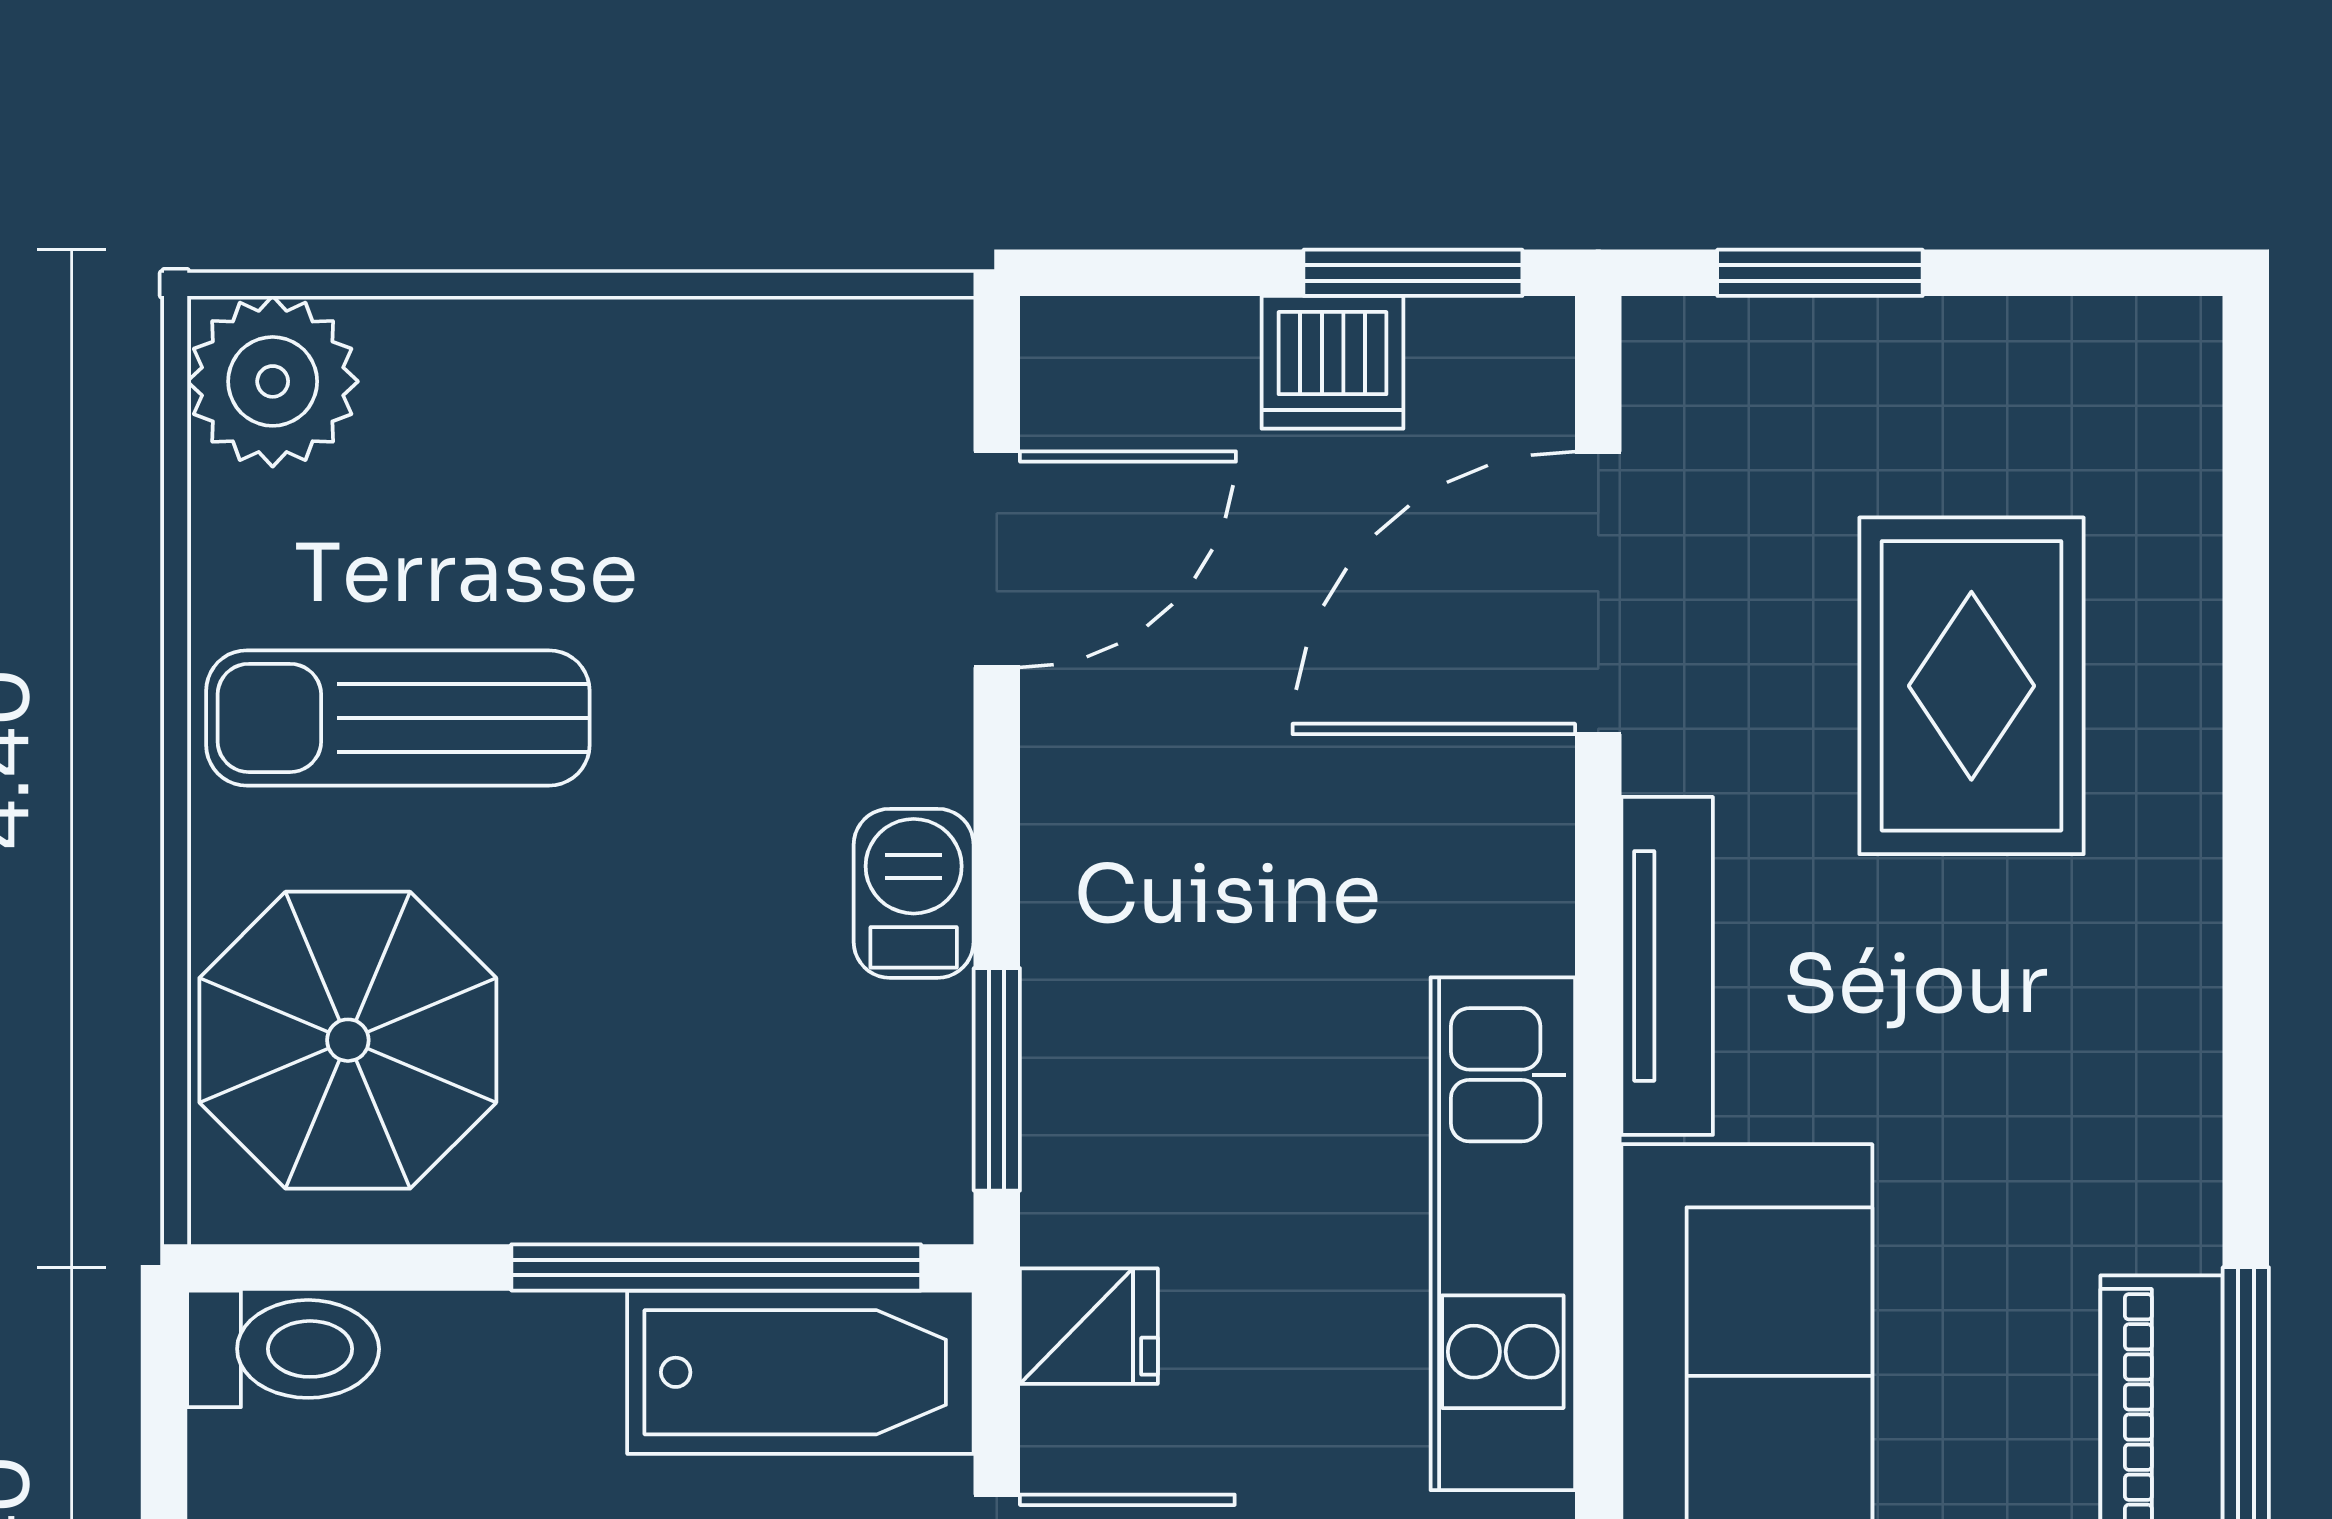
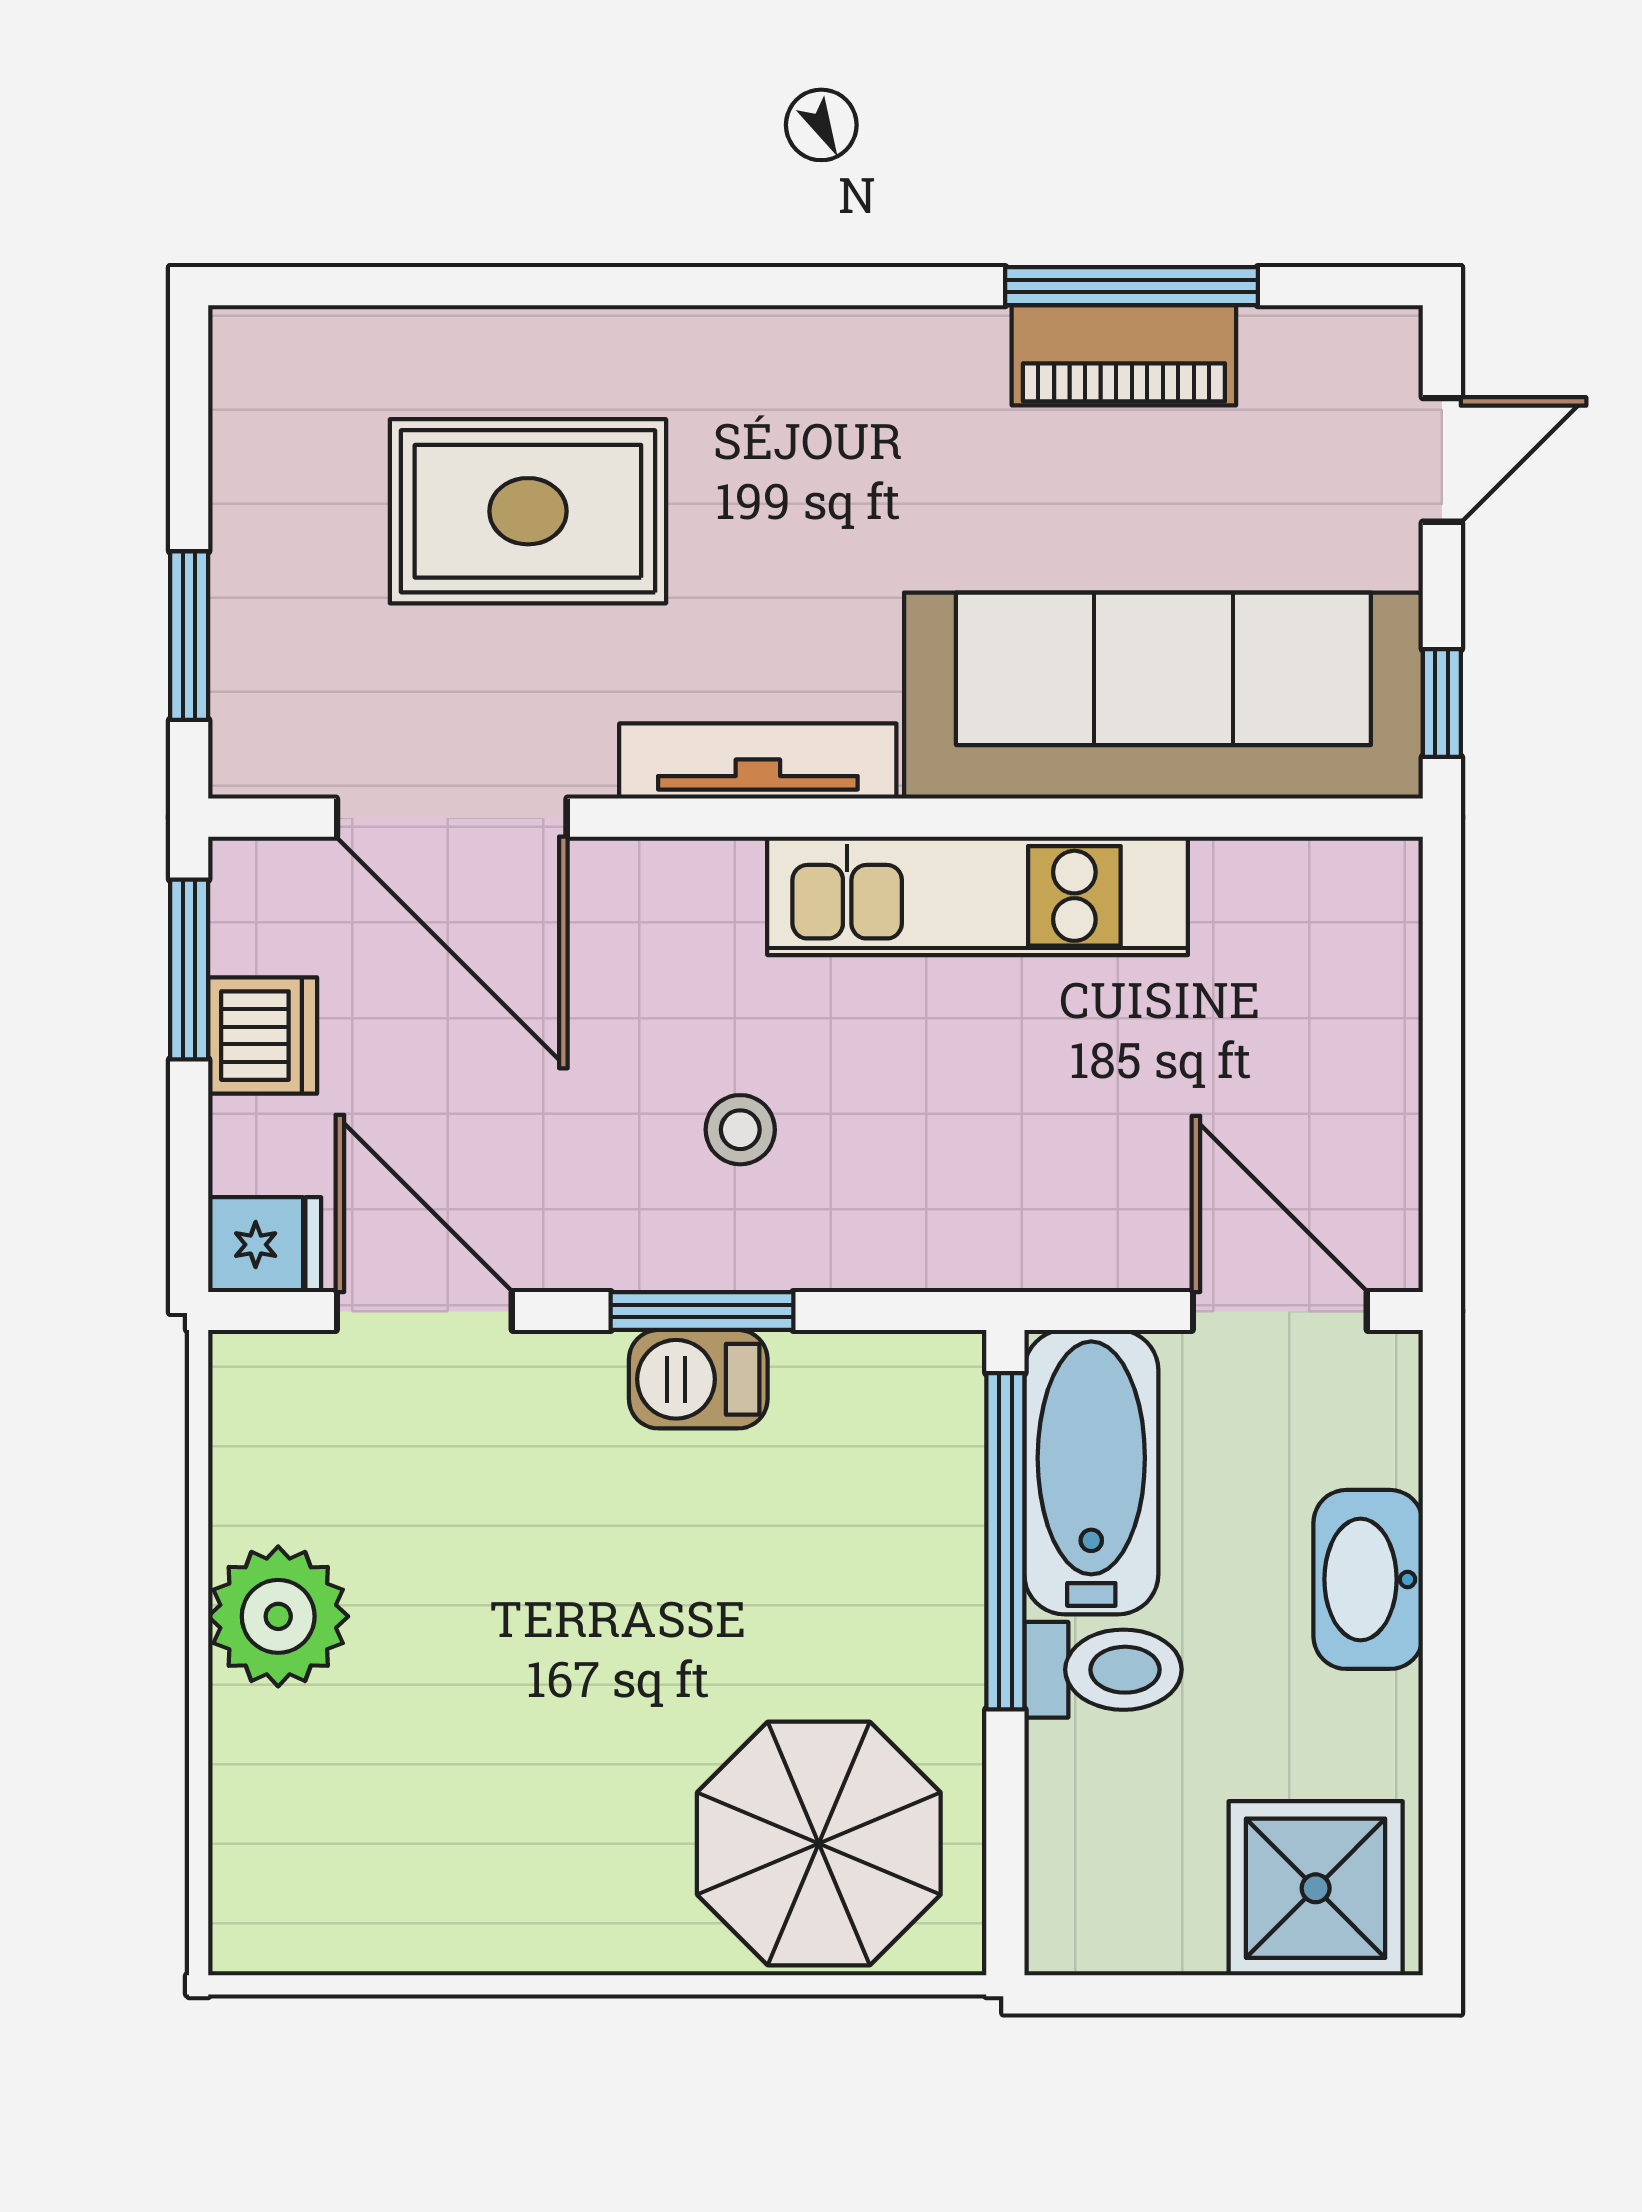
plant: (273, 381) -> (278, 1616), moved
sun lounger: (398, 718) -> (554, 1802), removed
stool: (1218, 944) -> (740, 1130), added
window: (997, 1079) -> (702, 1311), moved
fridge: (1089, 1326) -> (265, 1245), moved, turned 90
toilet: (283, 1349) -> (1103, 1670), moved, turned 90

